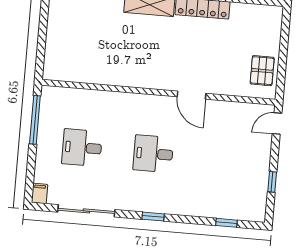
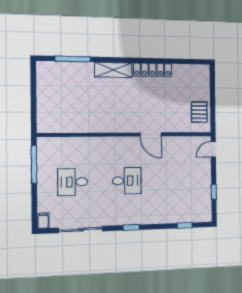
desk: (153, 154) -> (127, 181), turned 180

